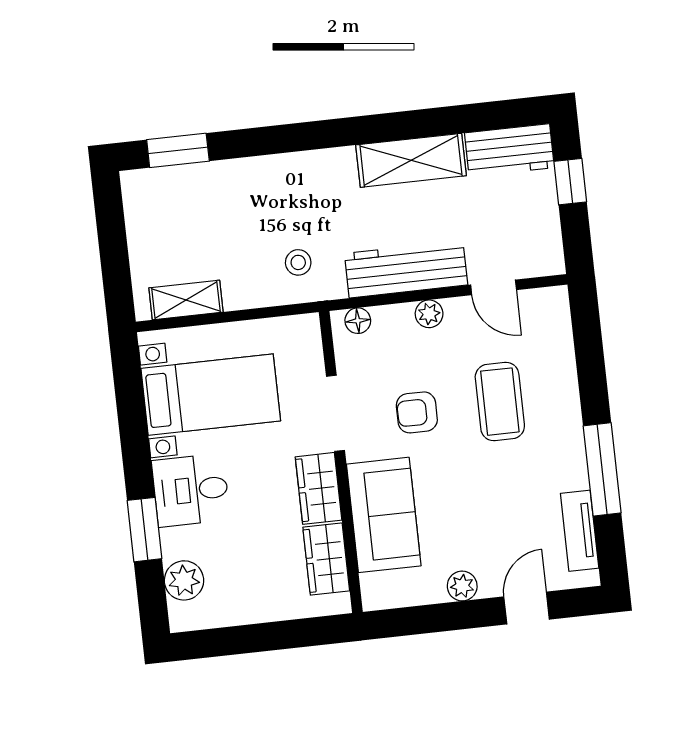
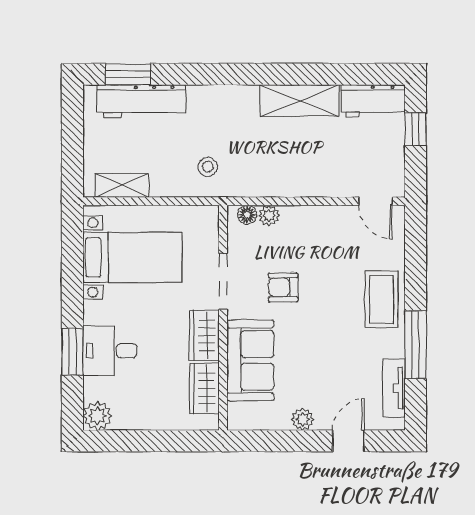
workbench: (406, 269) -> (141, 101), moved, turned 180
door: (494, 287) -> (375, 201), moved
plant: (429, 314) -> (269, 215), moved
coffee table: (500, 402) -> (381, 299), moved
desk: (191, 490) -> (110, 351), moved
plant: (184, 580) -> (97, 416), moved

